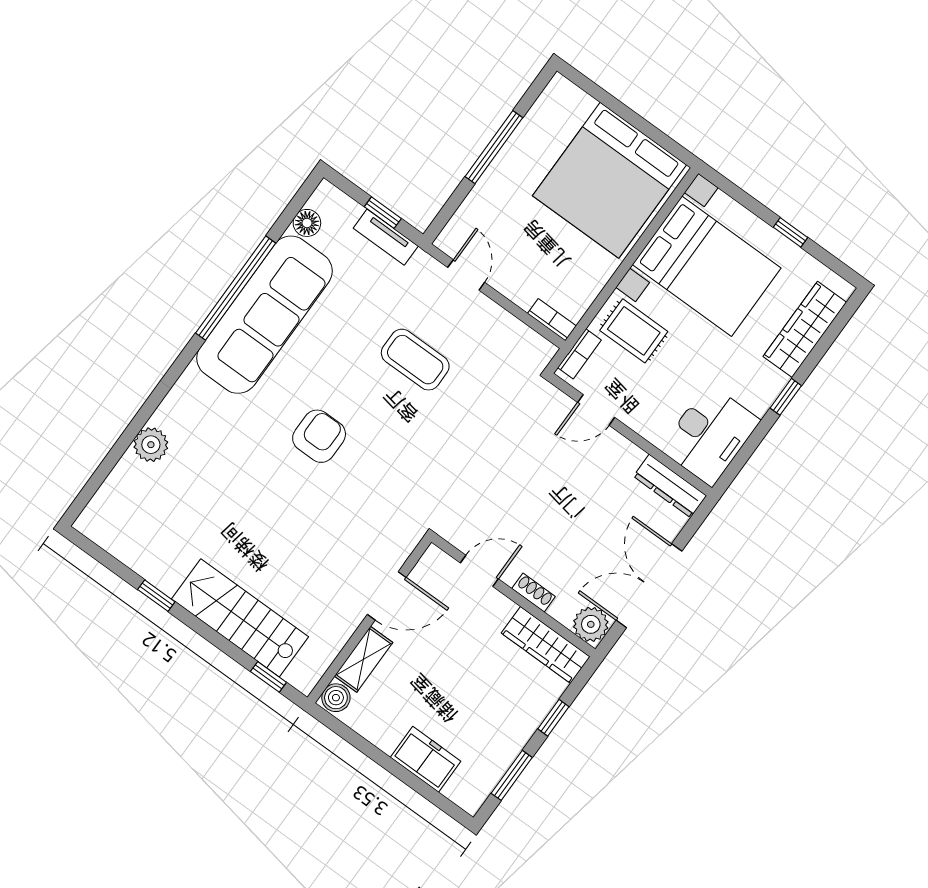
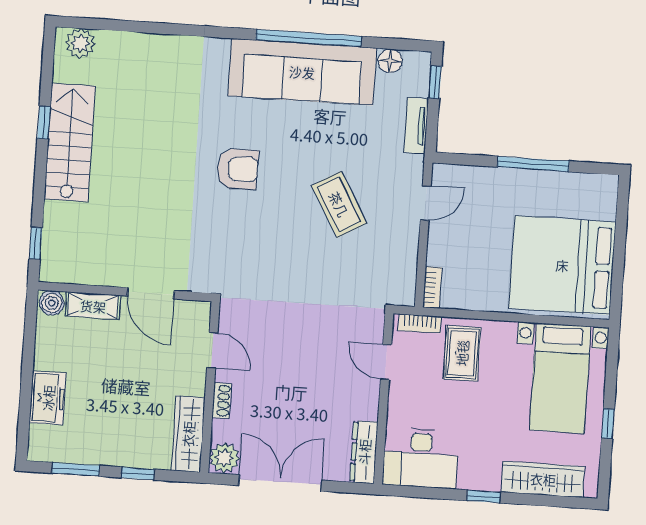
window: (383, 213) -> (435, 82), moved
bed with nightstands: (707, 266) -> (560, 378), width x0.73
coffee table: (415, 360) -> (339, 204), turned -30
plant: (151, 445) -> (80, 43), moved
stairs: (240, 618) -> (70, 143), moved

